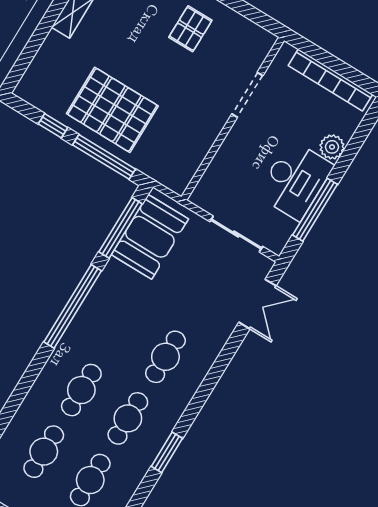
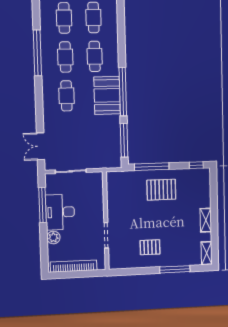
pallet: (190, 29) -> (150, 247), turned 90
pallet: (112, 110) -> (161, 190), width x0.73, depth x0.71
window: (53, 126) -> (196, 165), moved
booth: (150, 237) -> (107, 95), moved
window: (167, 452) -> (37, 53), width x2.11

